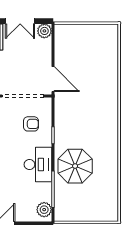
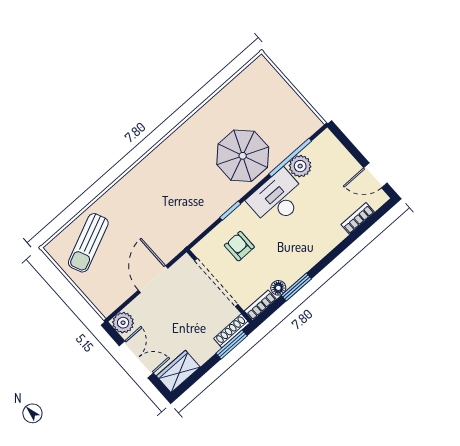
sun lounger: (100, 49) -> (88, 243), added
door: (53, 79) -> (153, 279), moved
plant: (44, 210) -> (300, 166), moved

